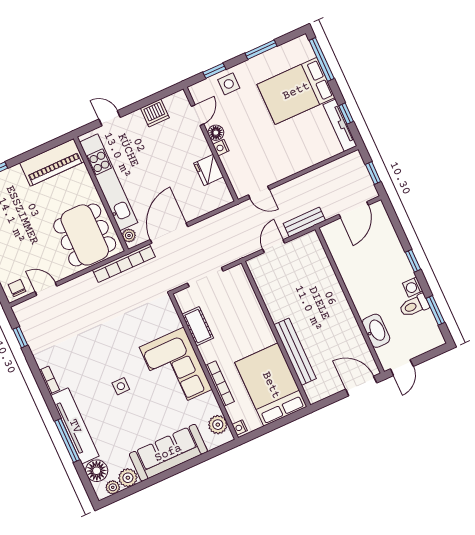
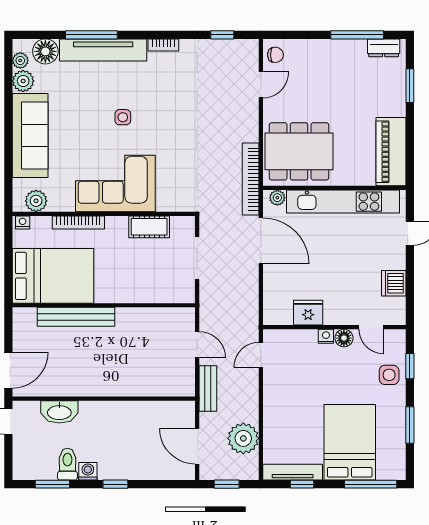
plant: (331, 176) -> (243, 438), added

